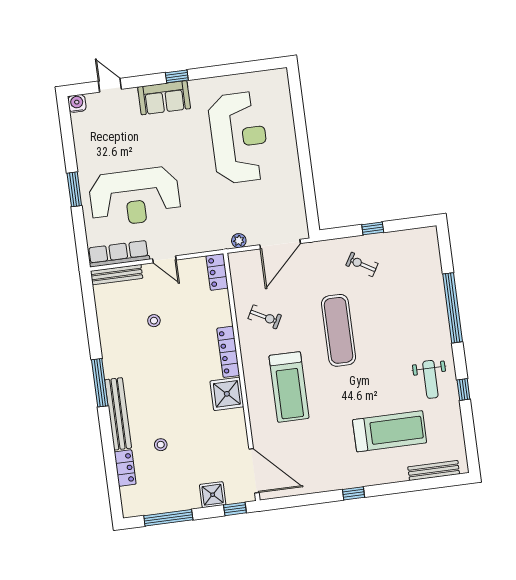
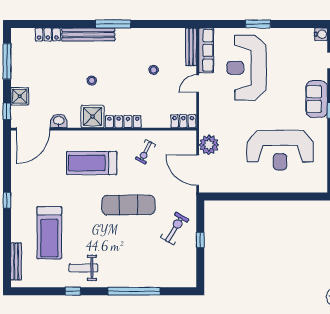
plant: (239, 241) -> (209, 145), width x1.88, depth x1.88
exercise bike: (362, 264) -> (175, 229), width x1.38, depth x1.39
washbasin: (239, 438) -> (59, 121), added
stool: (161, 445) -> (92, 80), moved

